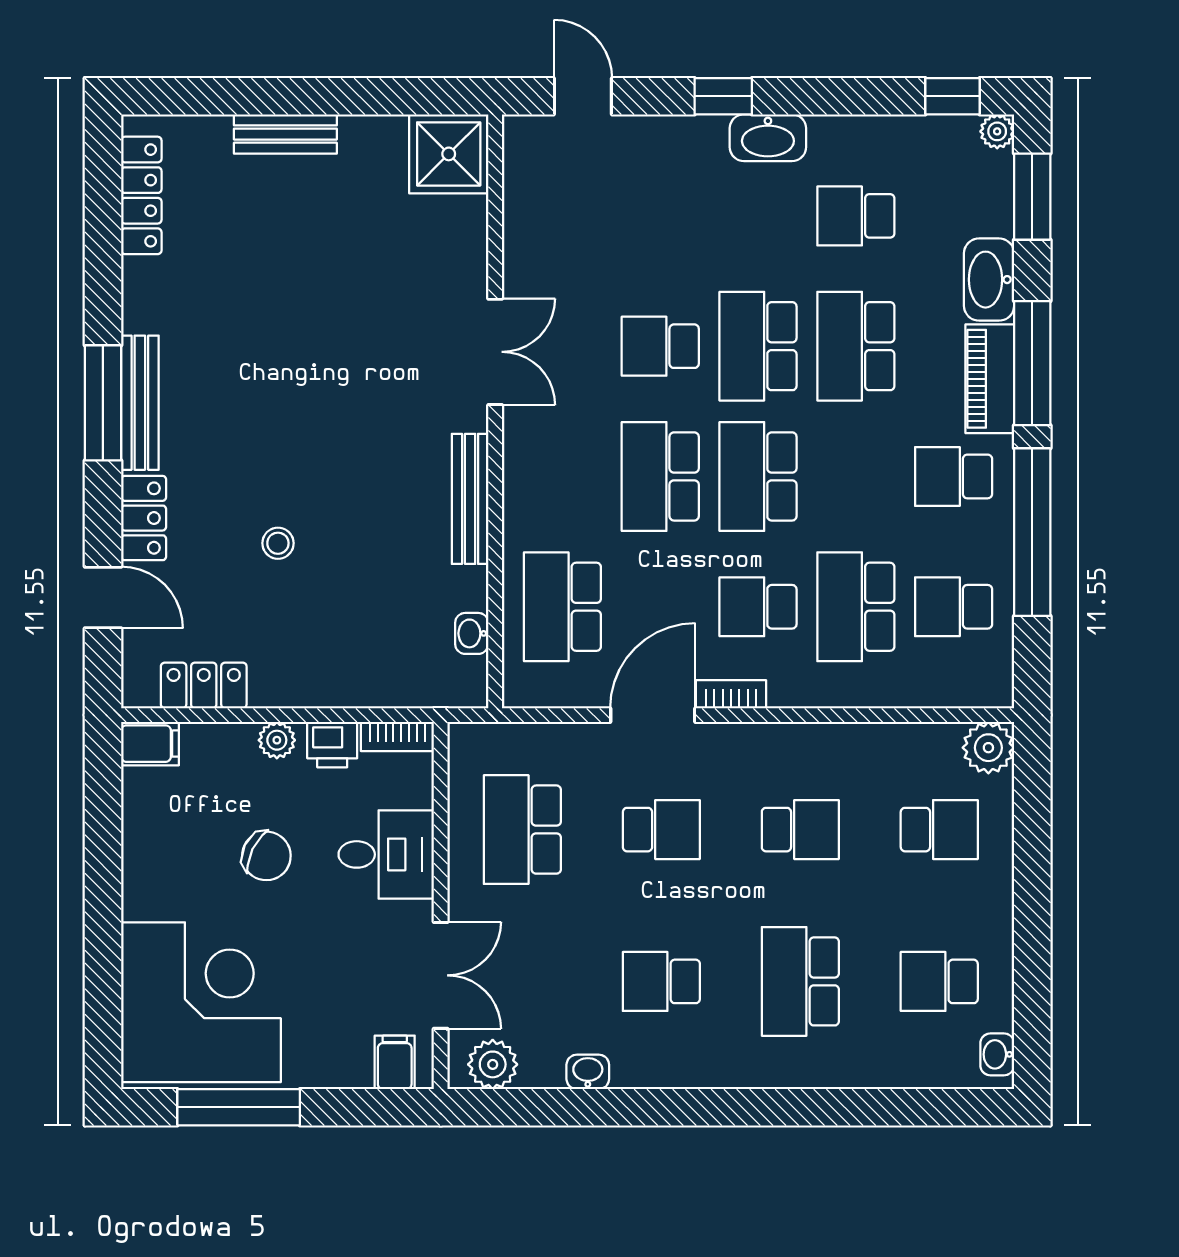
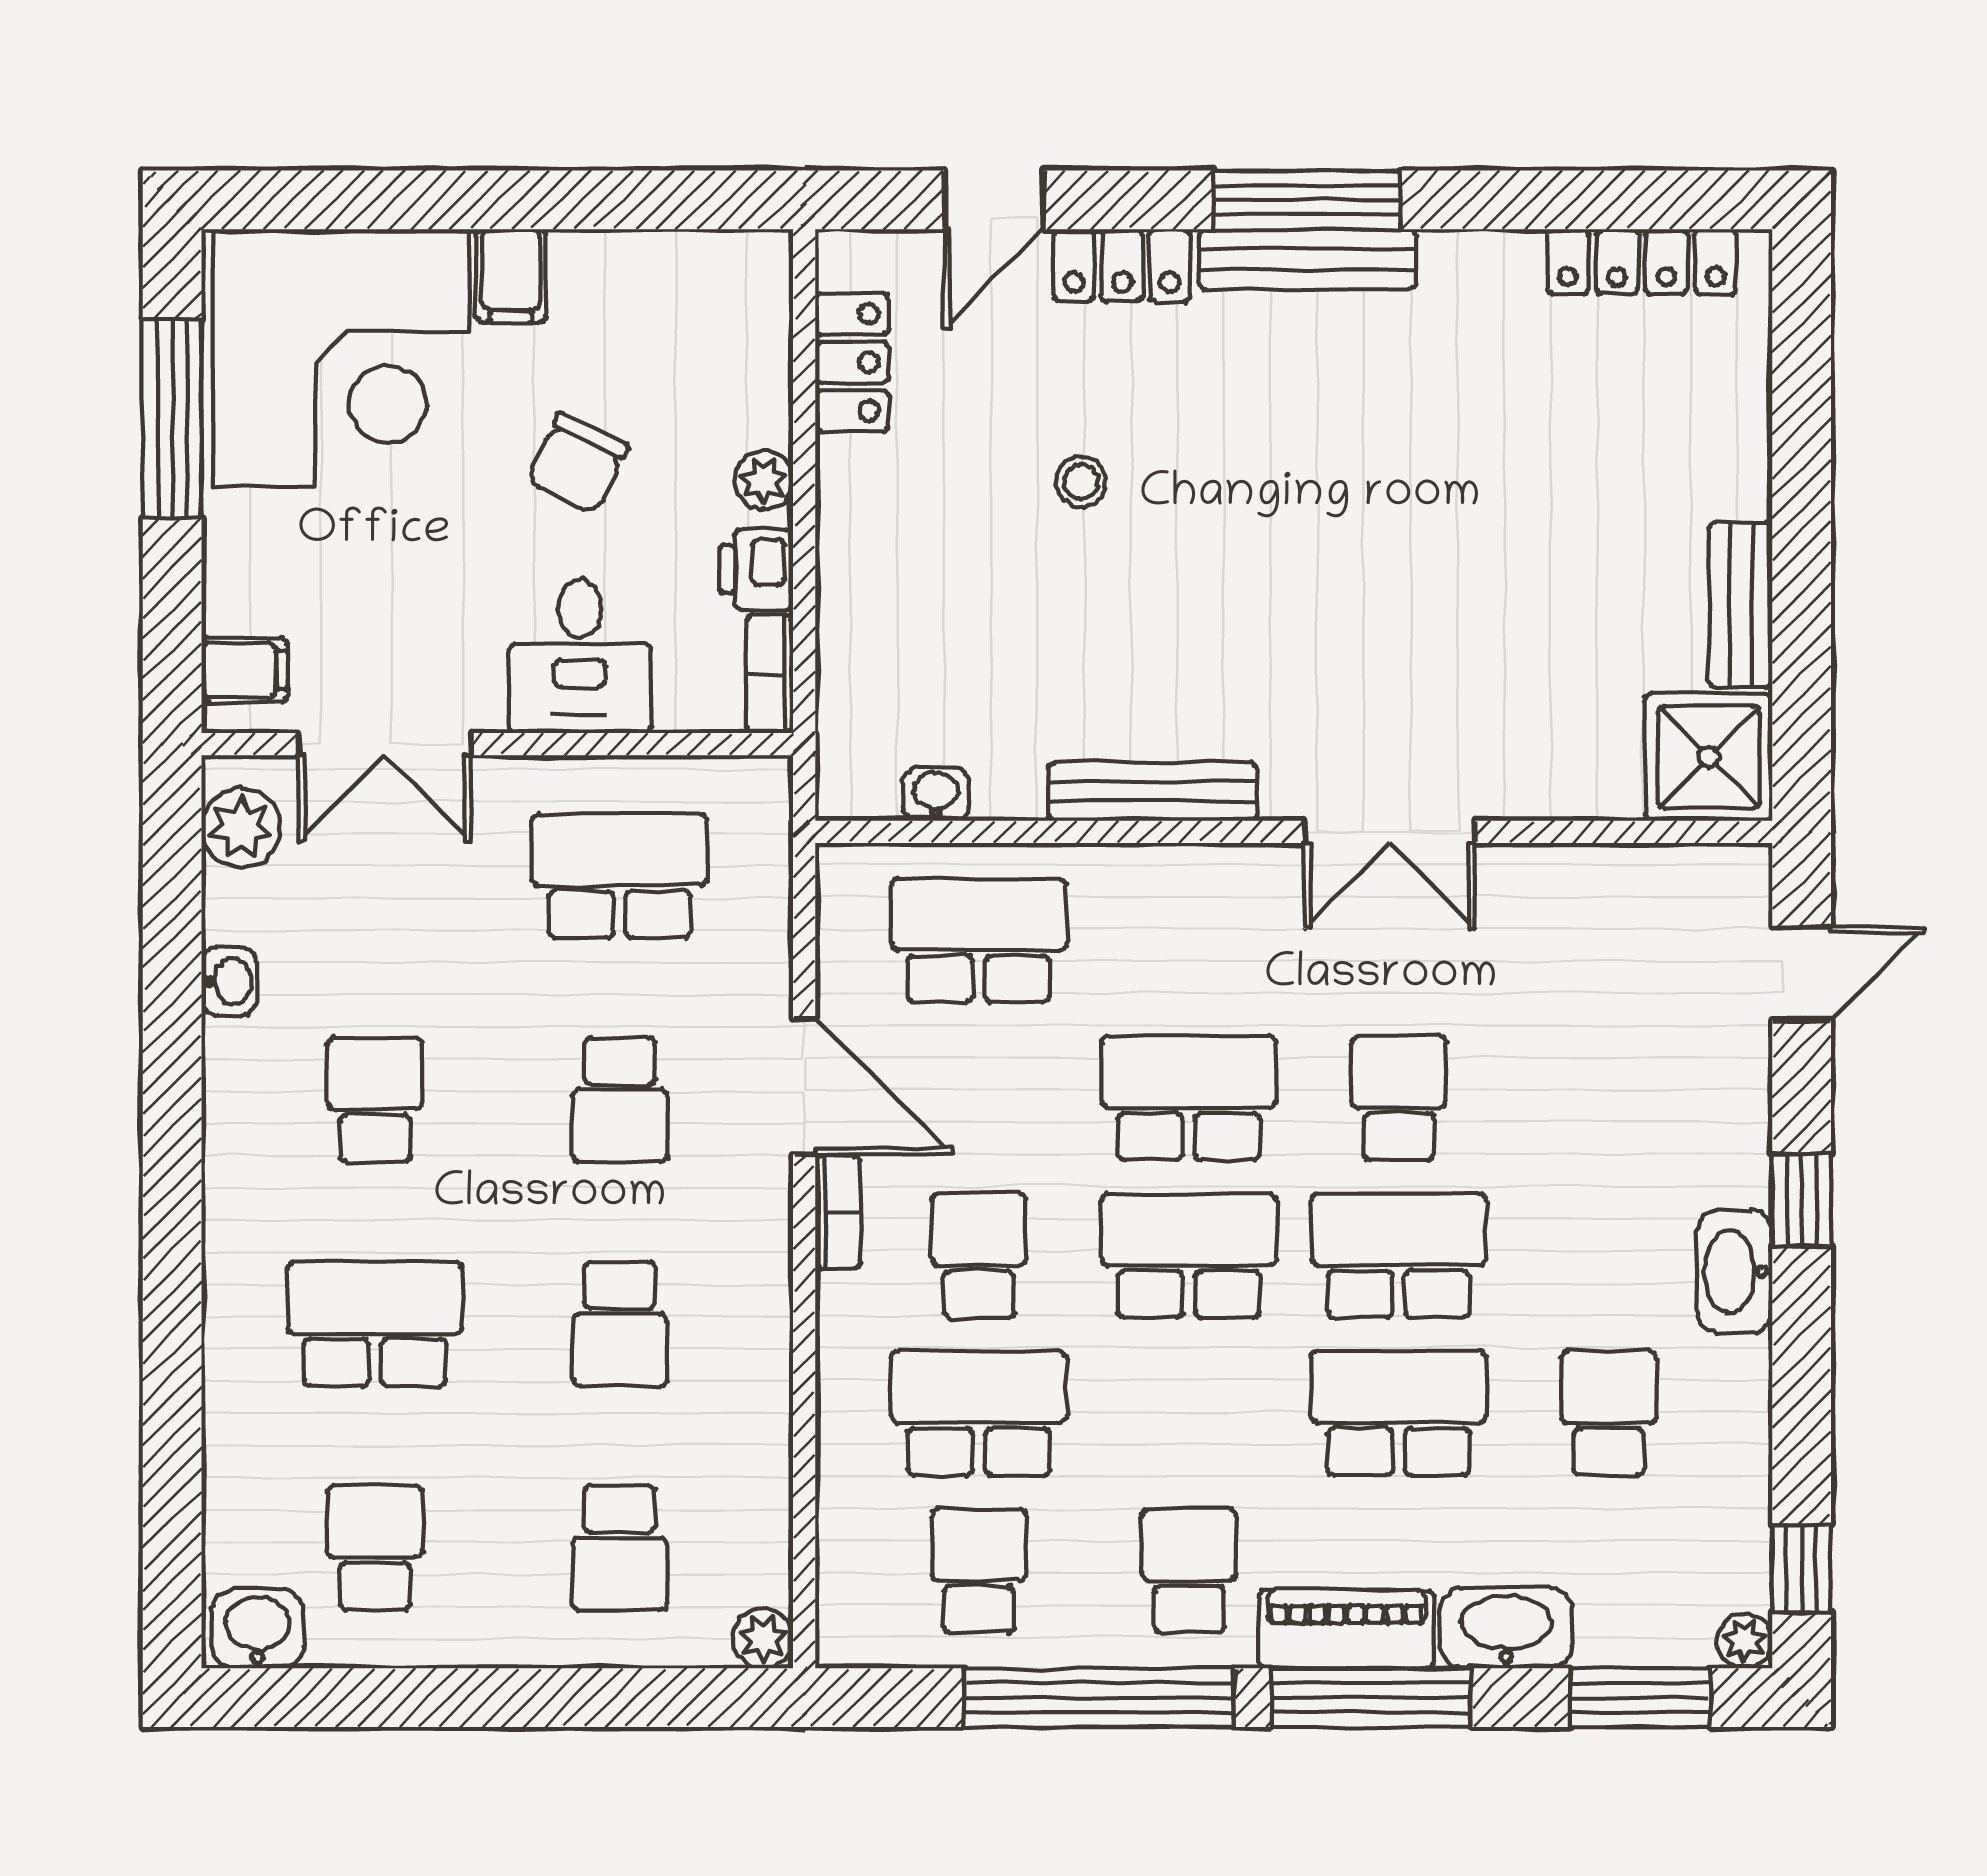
bench: (285, 134) -> (1741, 605), moved
filing cabinet: (150, 744) -> (511, 276), moved
plant: (988, 748) -> (763, 1638), width x0.73, depth x0.73
washbasin: (997, 1054) -> (257, 1629), width x1.38, depth x1.45

